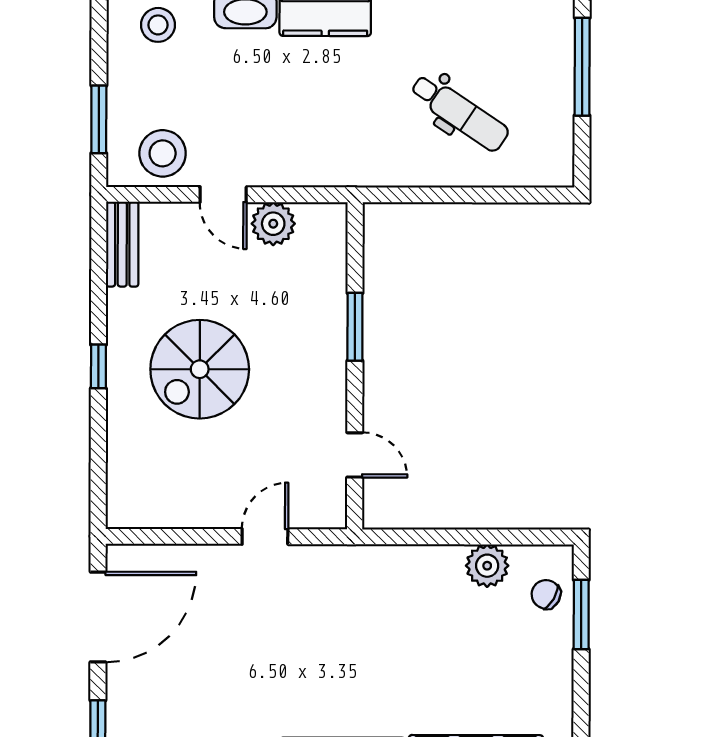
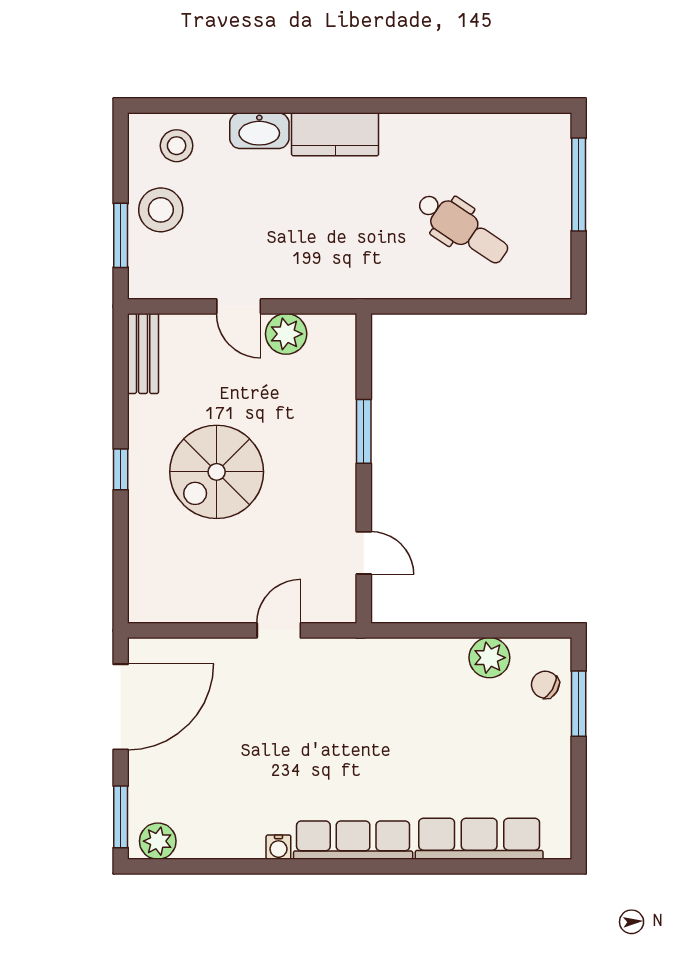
stool: (163, 153) -> (161, 210), moved

